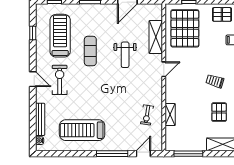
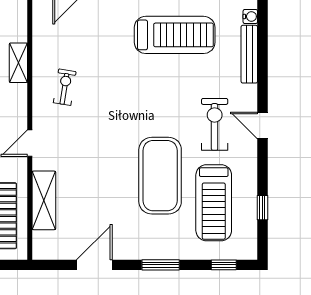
exercise mat: (90, 51) -> (160, 176), width x2.00, depth x1.45
weight bench: (125, 55) -> (98, 169), removed
exercise bike: (60, 80) -> (215, 124), turned 180
exercise bike: (147, 115) -> (65, 87), moved

